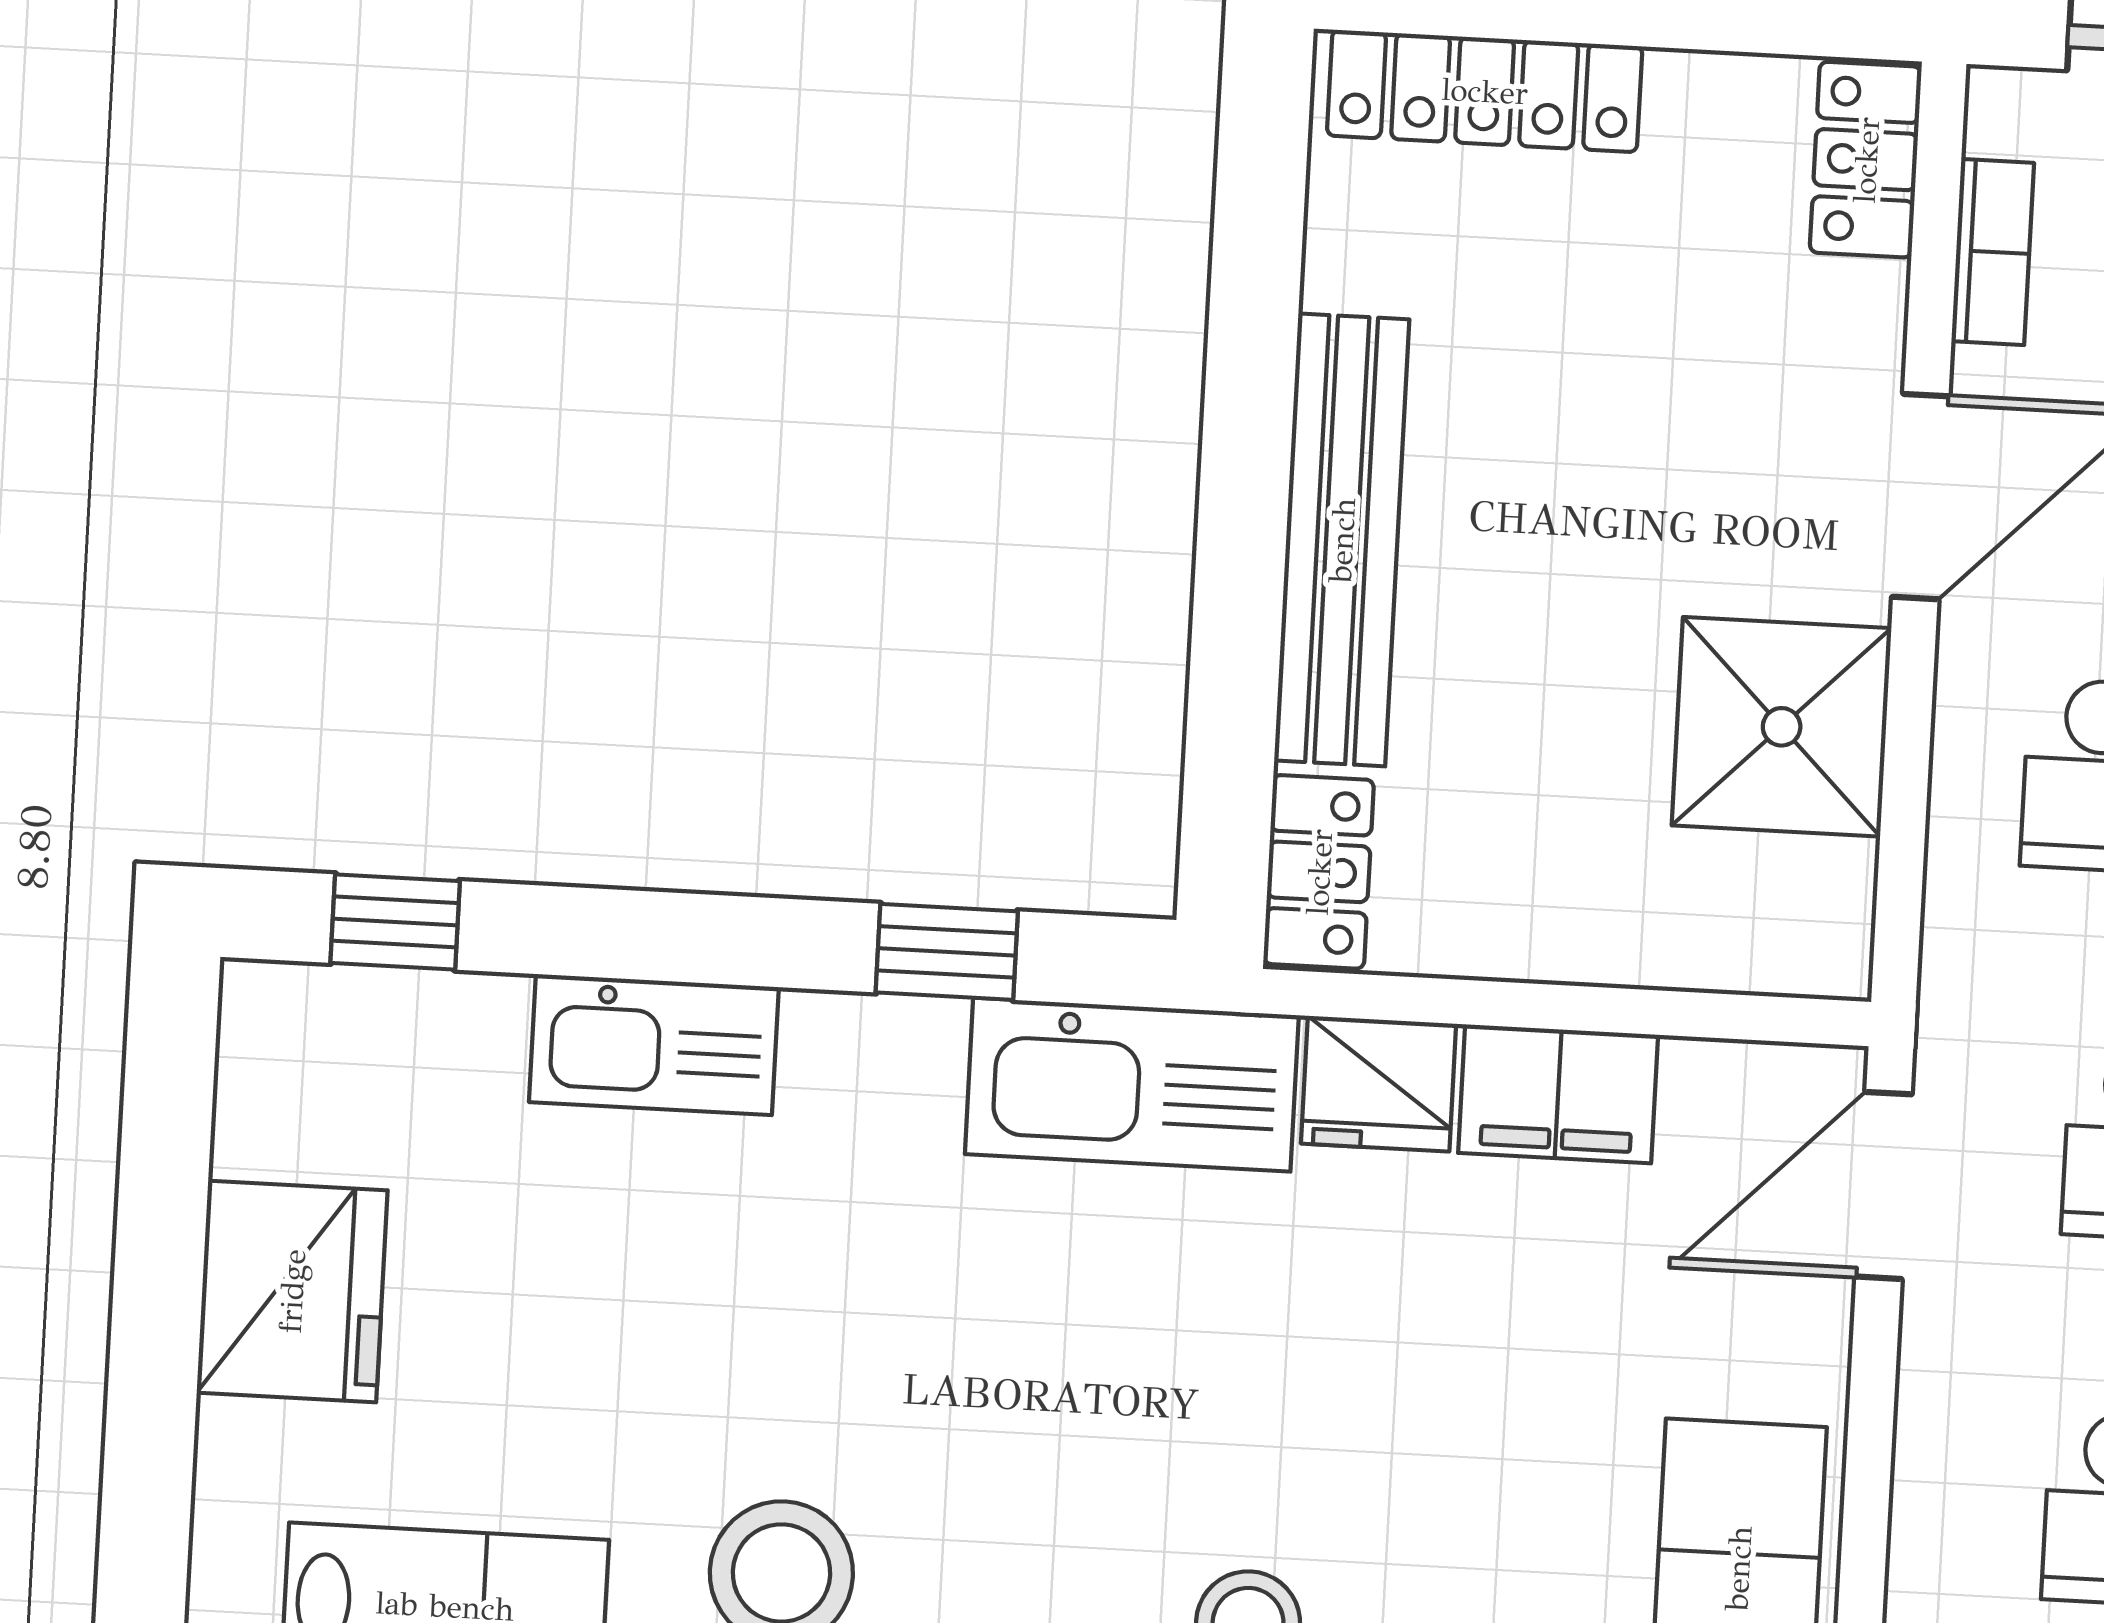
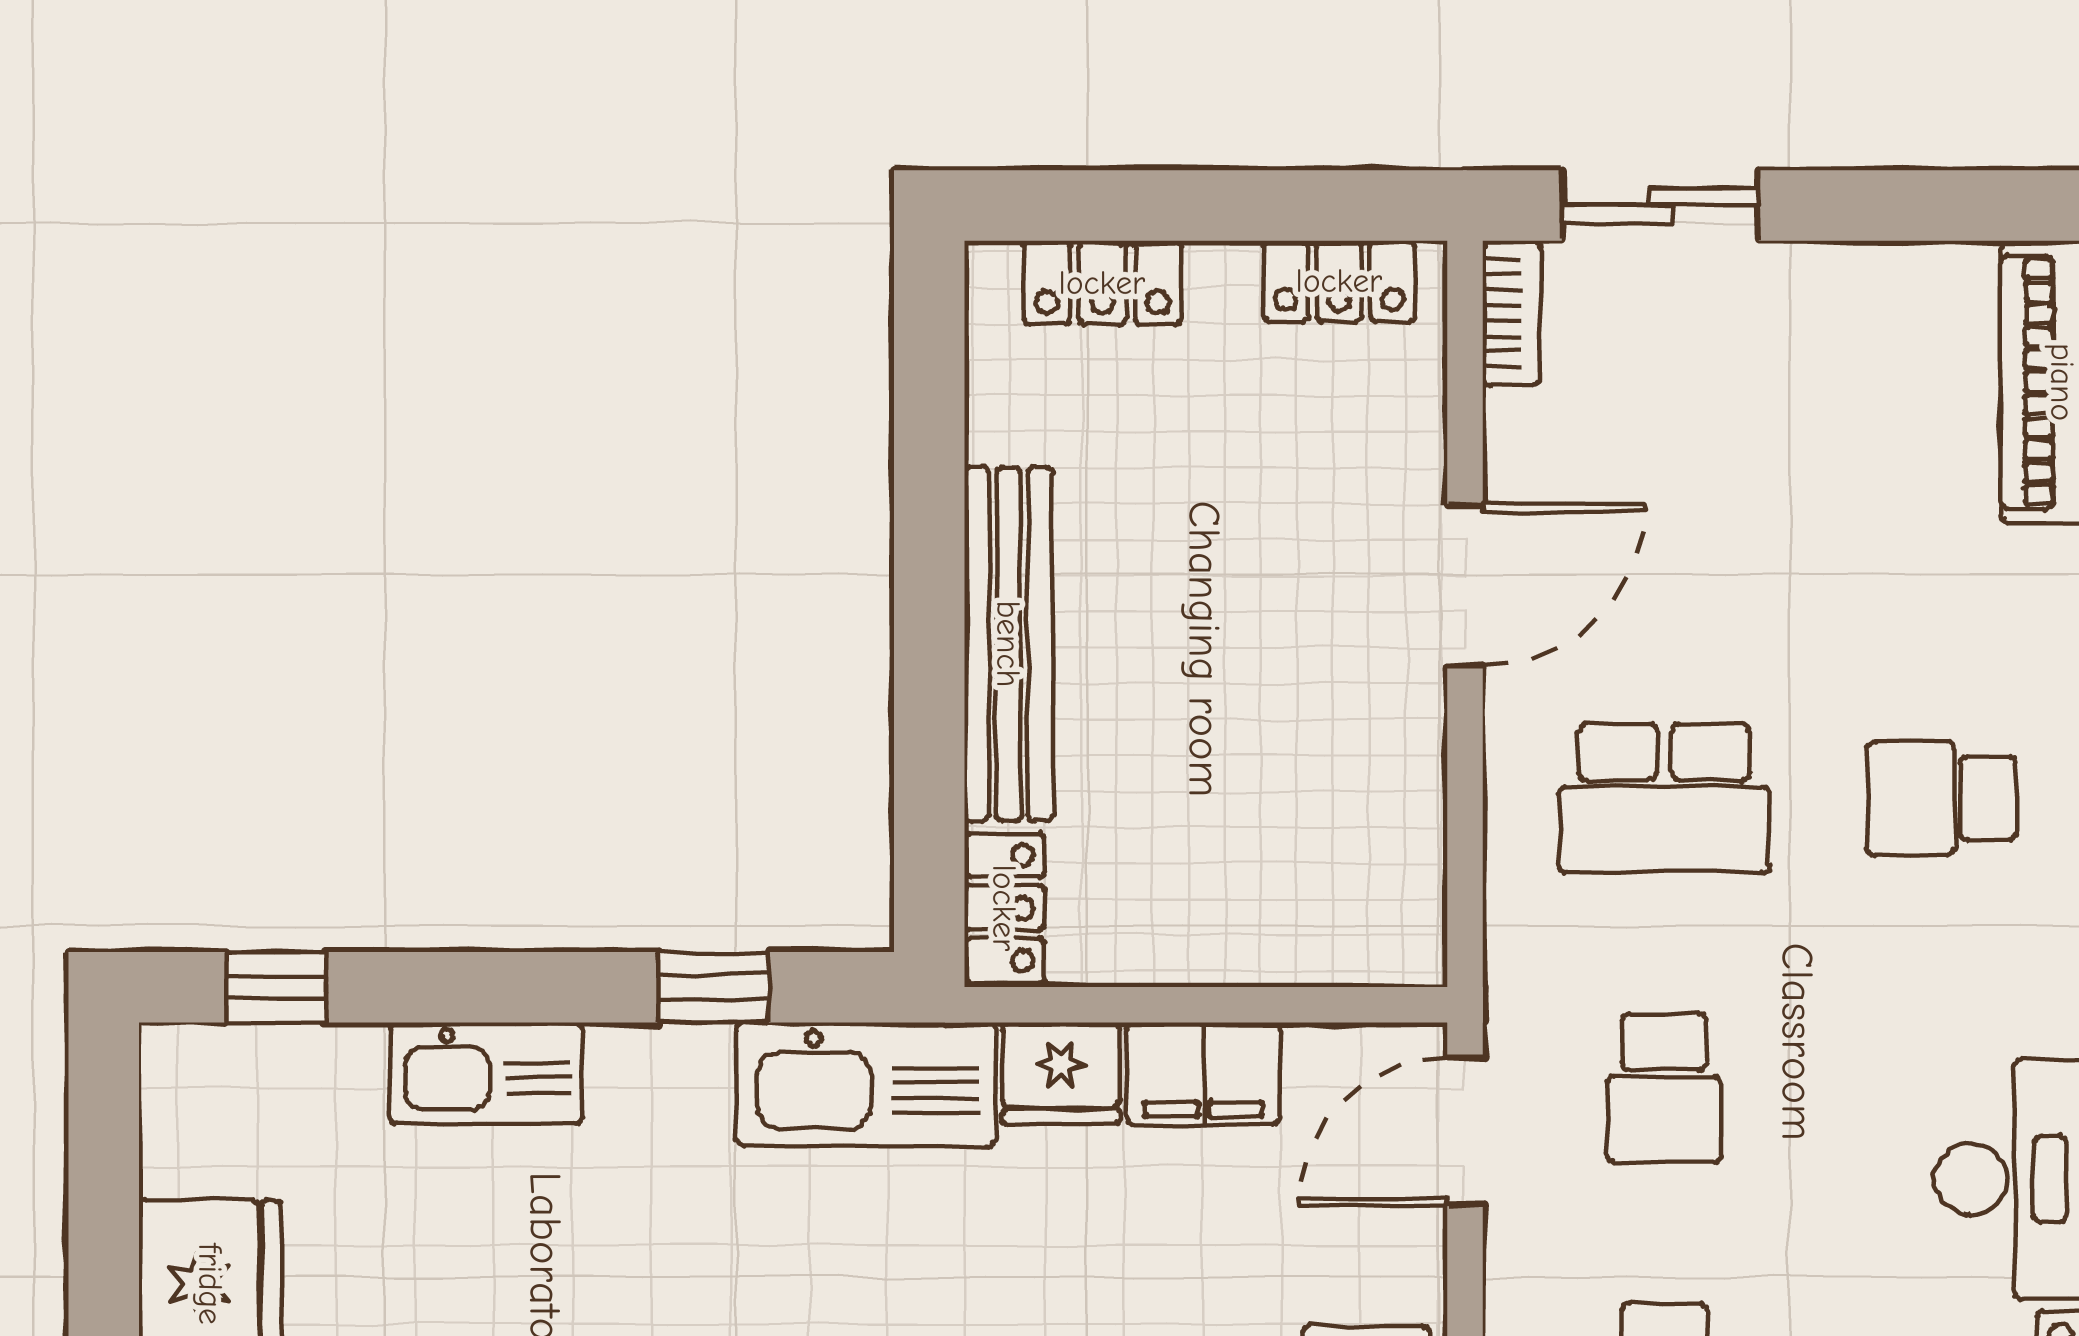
locker: (1485, 91) -> (1102, 283), width x0.66
locker: (1866, 160) -> (1339, 281), moved, turned -90
bookcase: (1993, 252) -> (1511, 313), moved
shower: (1782, 727) -> (1365, 773), removed

